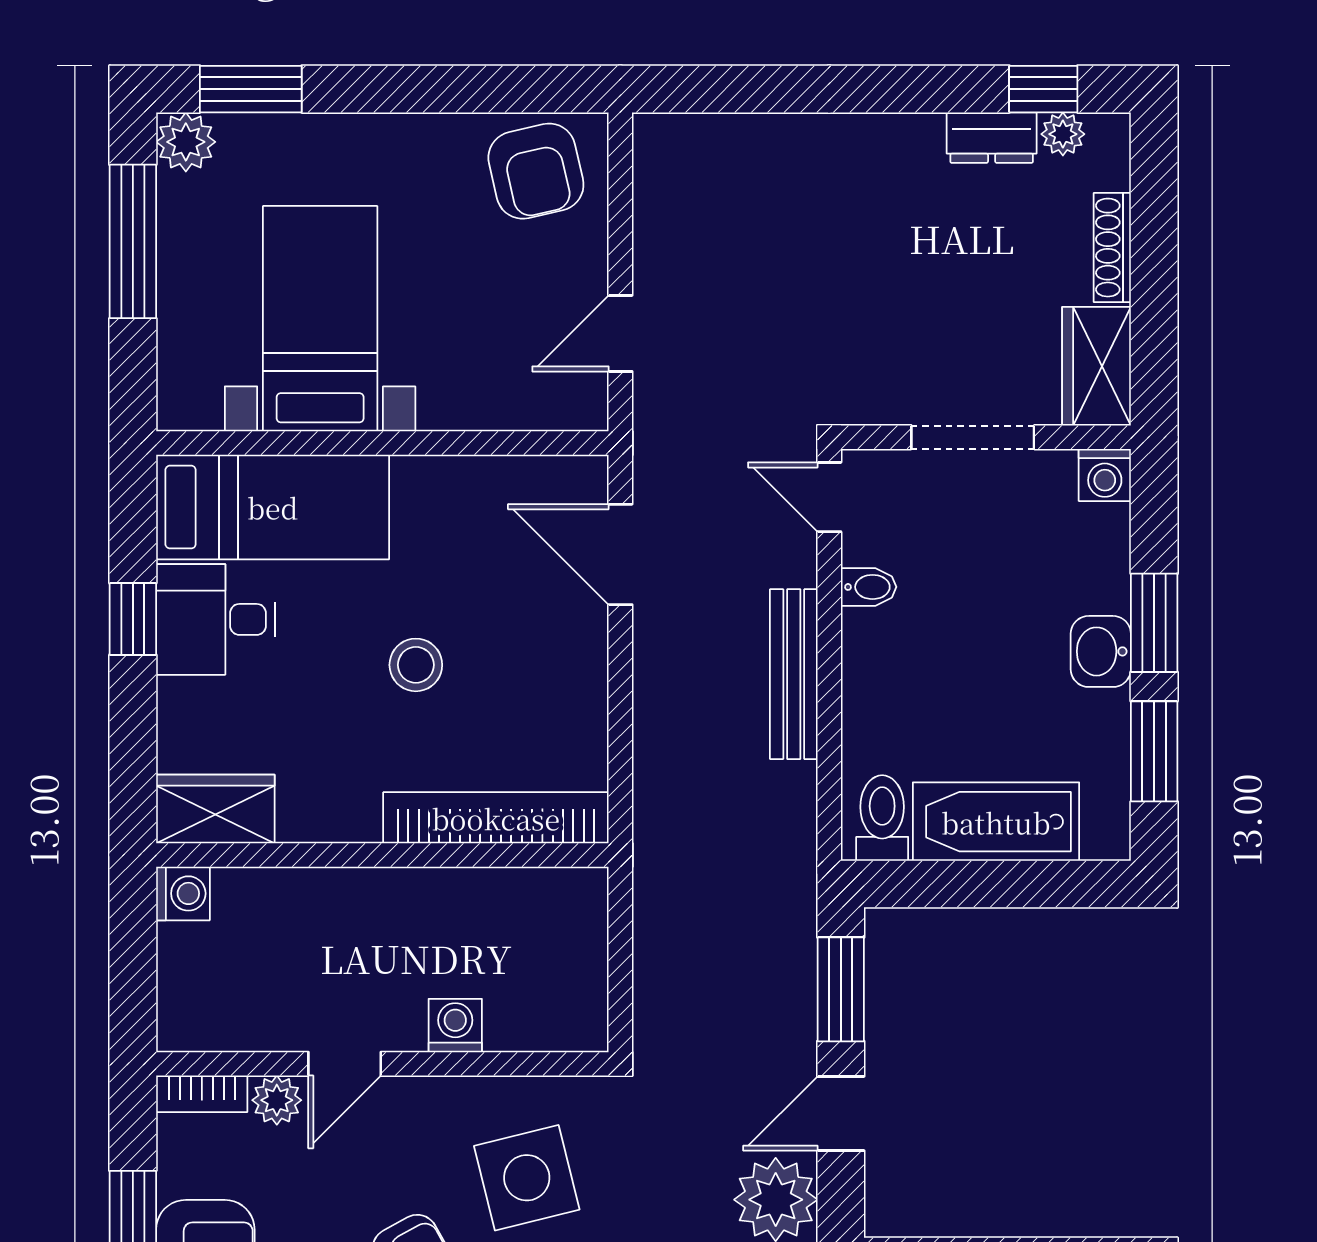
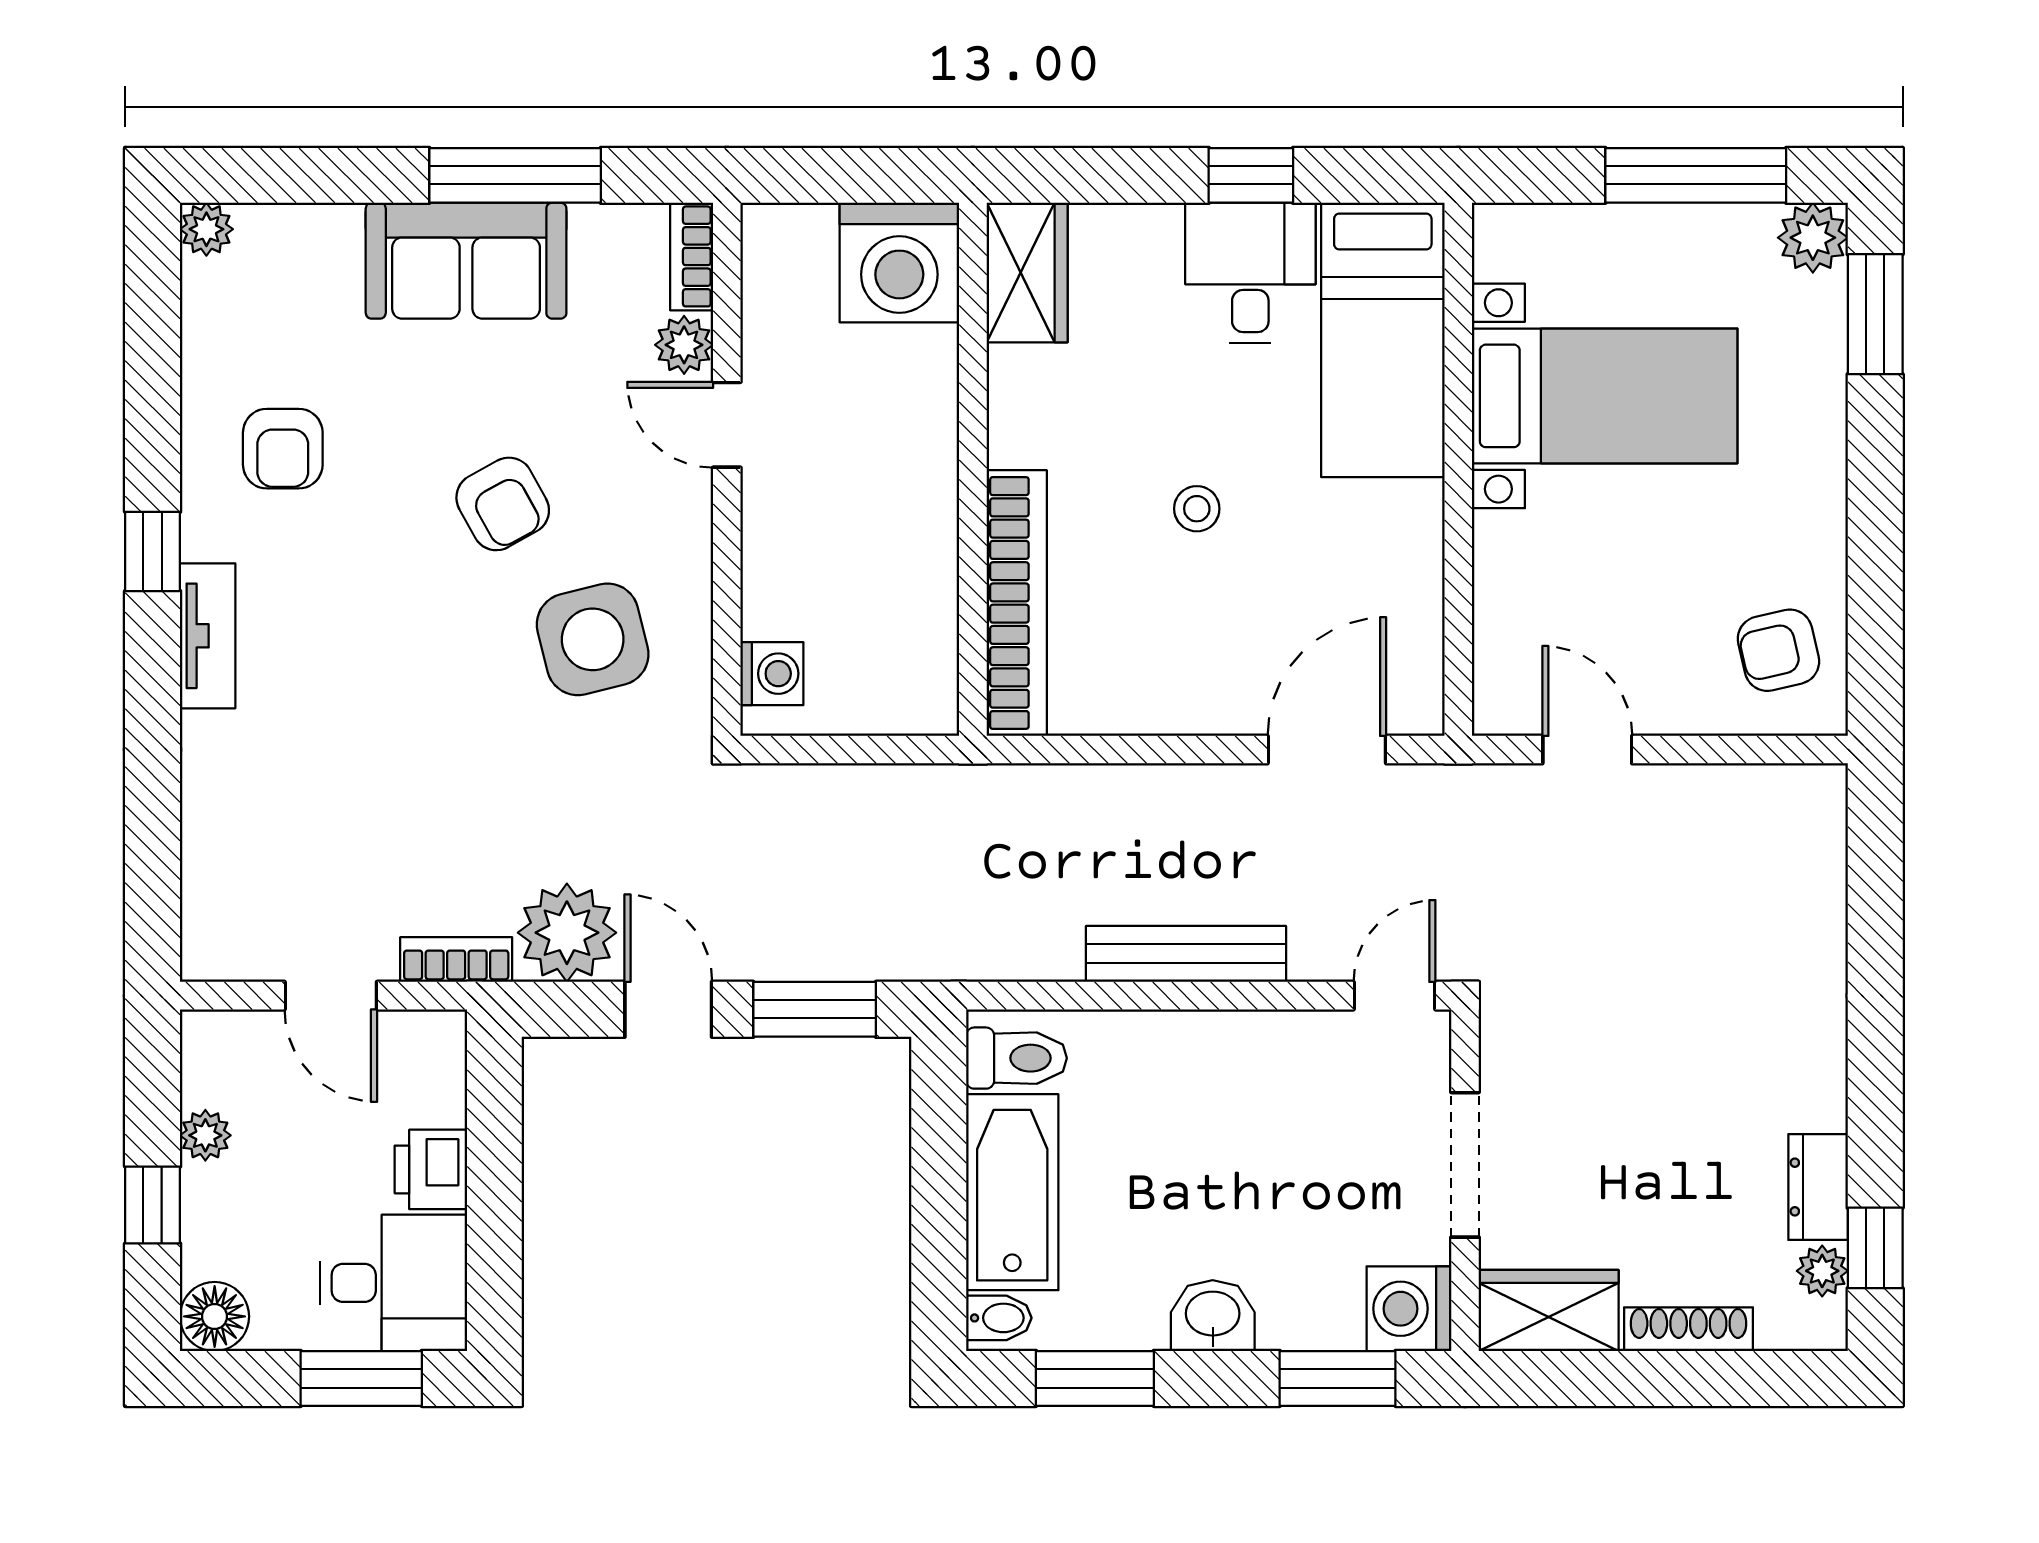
armchair: (536, 171) -> (1778, 650), width x0.72, depth x0.72
washing machine: (1105, 475) -> (1409, 1309), width x1.38, depth x1.38
bidet: (869, 587) -> (999, 1318), moved, turned -90
window: (1154, 623) -> (1338, 1378), moved
stool: (416, 665) -> (1197, 509), width x0.73, depth x0.73
washing machine: (183, 893) -> (899, 263), width x1.89, depth x1.89
washing machine: (455, 1026) -> (772, 674), moved

